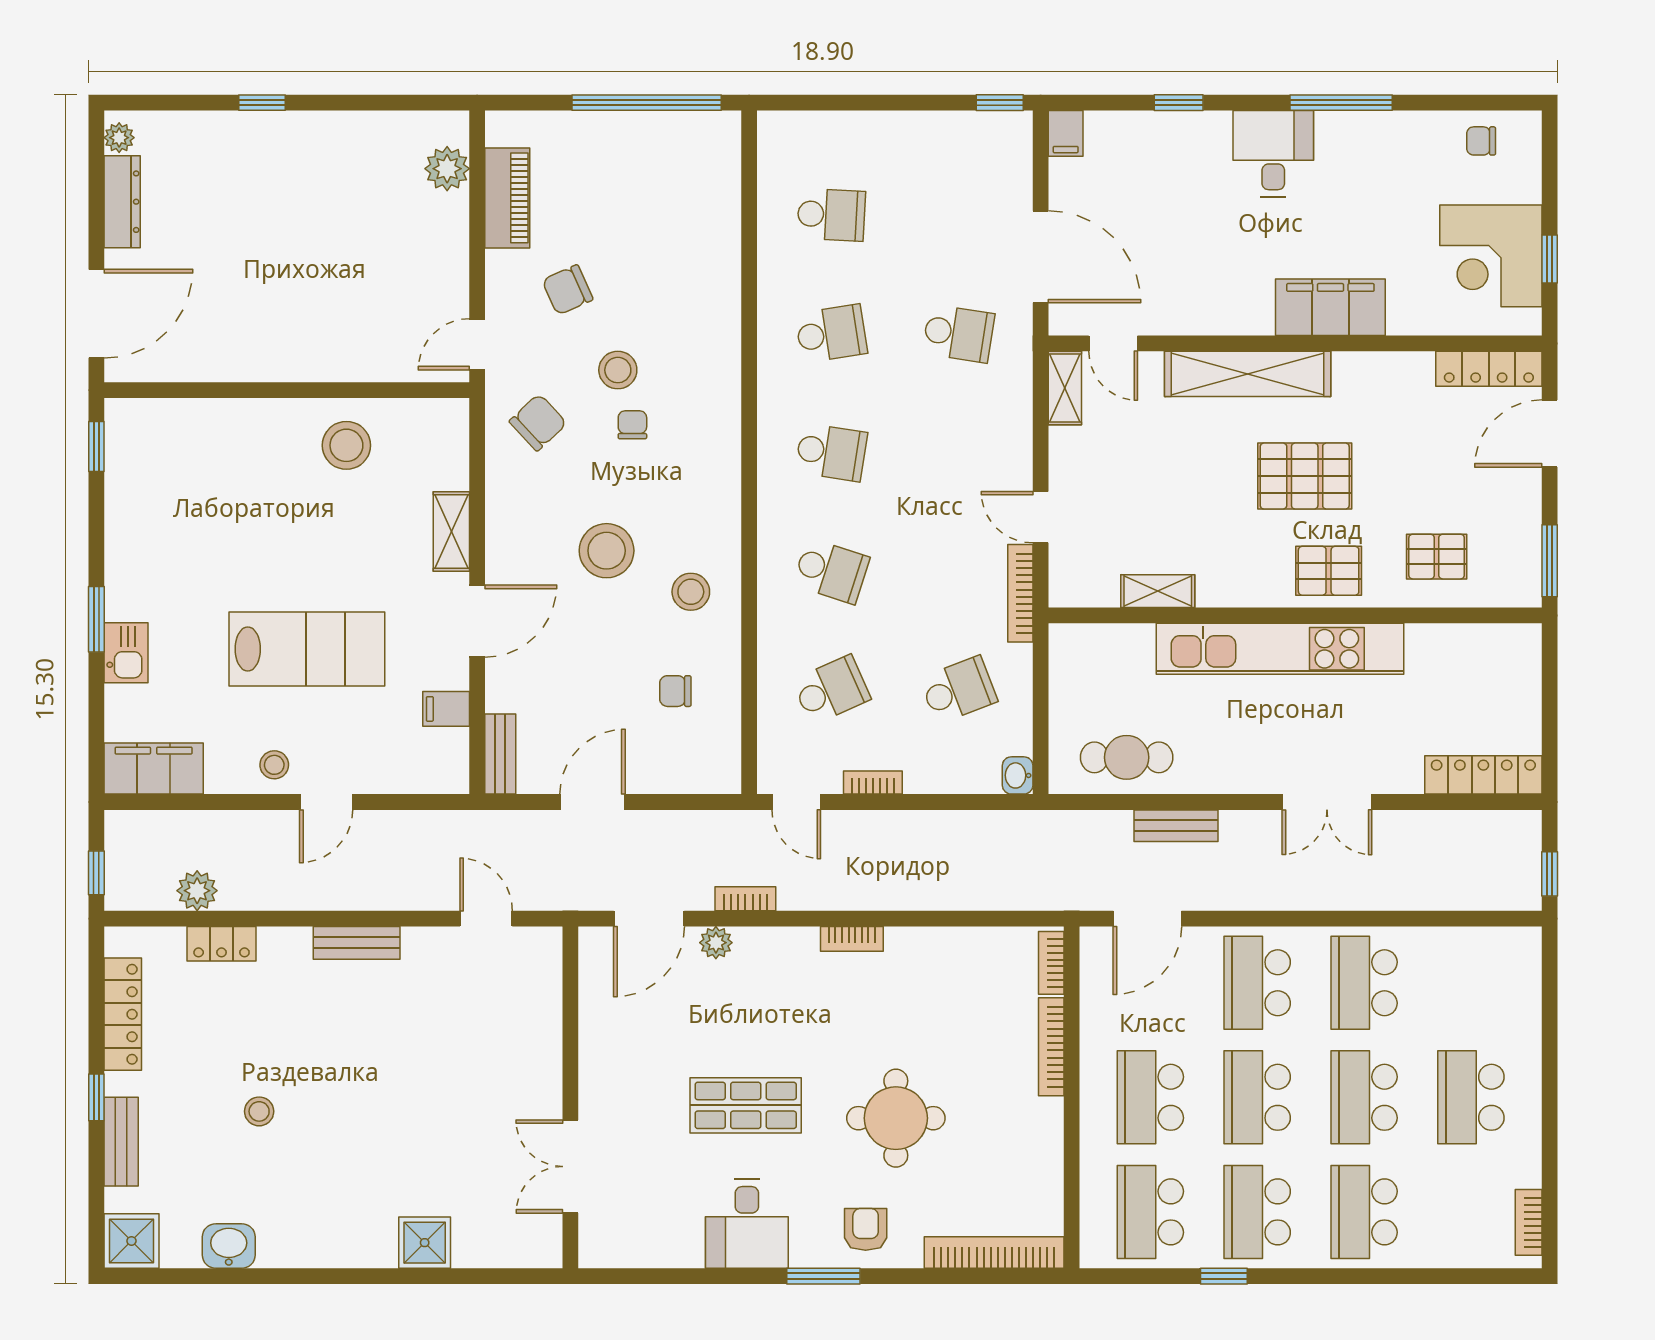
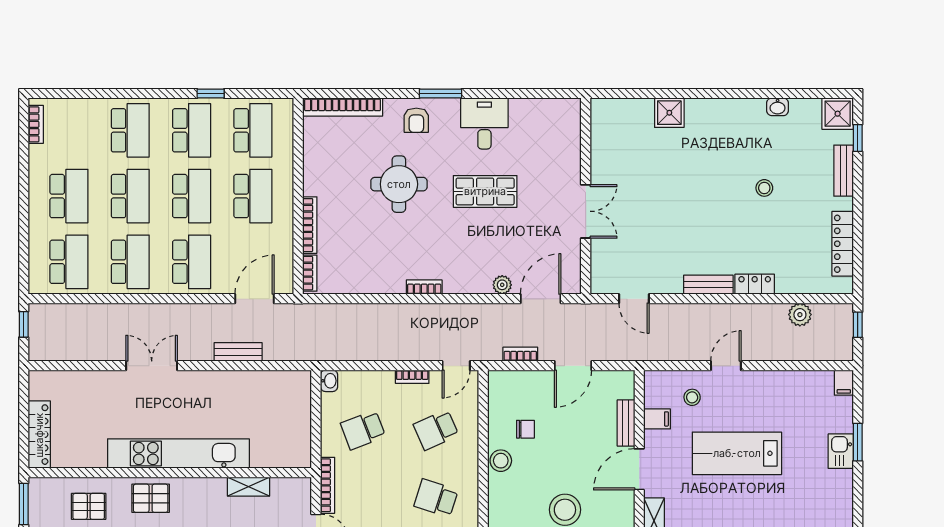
stool: (691, 592) -> (501, 461), moved
window: (96, 619) -> (858, 442), moved
bench: (500, 754) -> (626, 423), moved
cafe table: (1127, 757) -> (266, 391), removed
stool: (274, 765) -> (692, 397), moved
filing cabinet: (154, 769) -> (844, 383), width x0.33, depth x0.86
locker: (1483, 775) -> (39, 435), moved, turned -90
door: (796, 802) -> (456, 366), swing flipped
bookcase: (745, 899) -> (520, 354), moved, turned 180
locker: (222, 944) -> (755, 284), moved
school desk: (1471, 983) -> (69, 262), added
window: (96, 1097) -> (858, 138), moved
double door: (570, 1167) -> (586, 211), moved
washbasin: (229, 1246) -> (778, 107), width x0.72, depth x0.69

